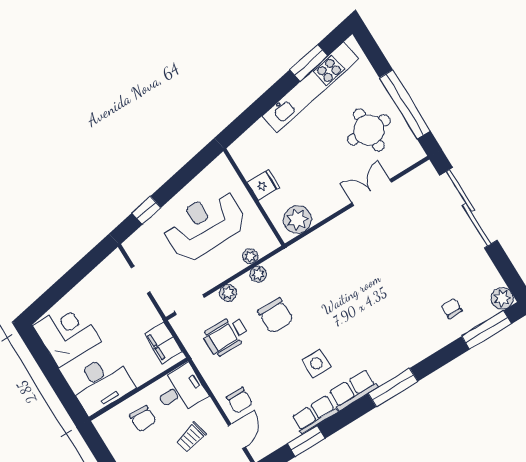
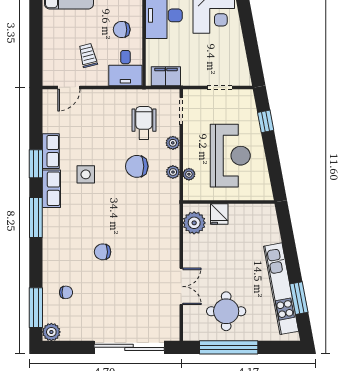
fridge: (263, 185) -> (219, 214), moved
chair: (239, 400) -> (103, 252), moved
door: (237, 436) -> (69, 87), hinge flipped
window: (306, 441) -> (36, 164), moved

